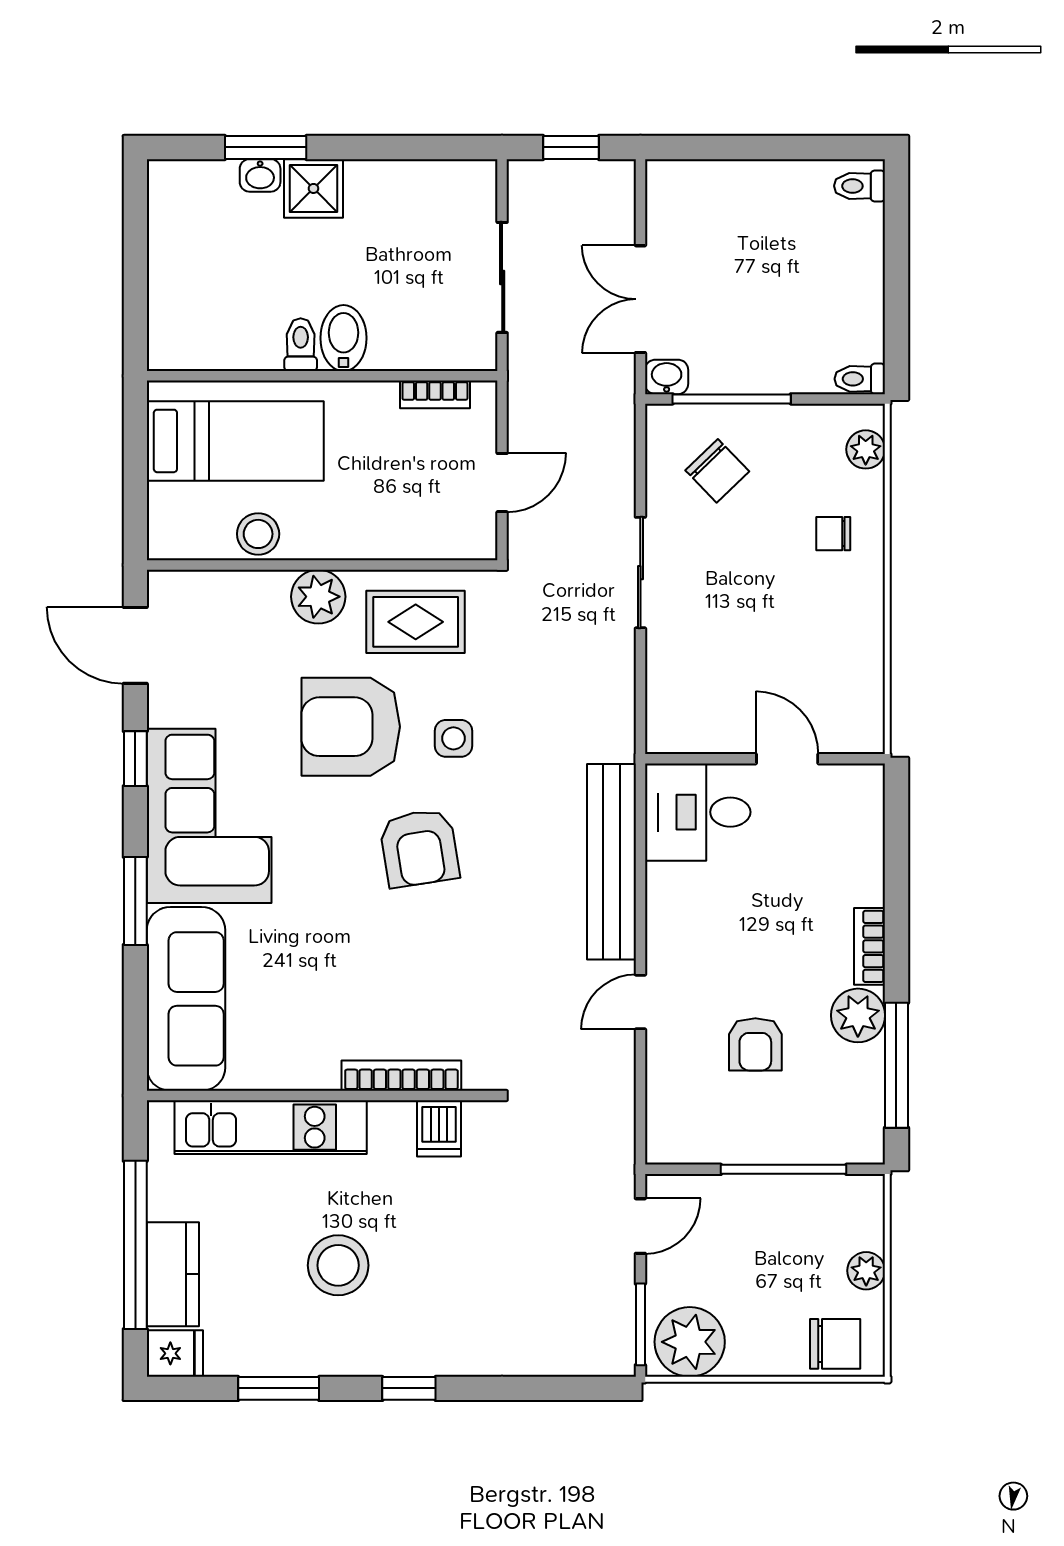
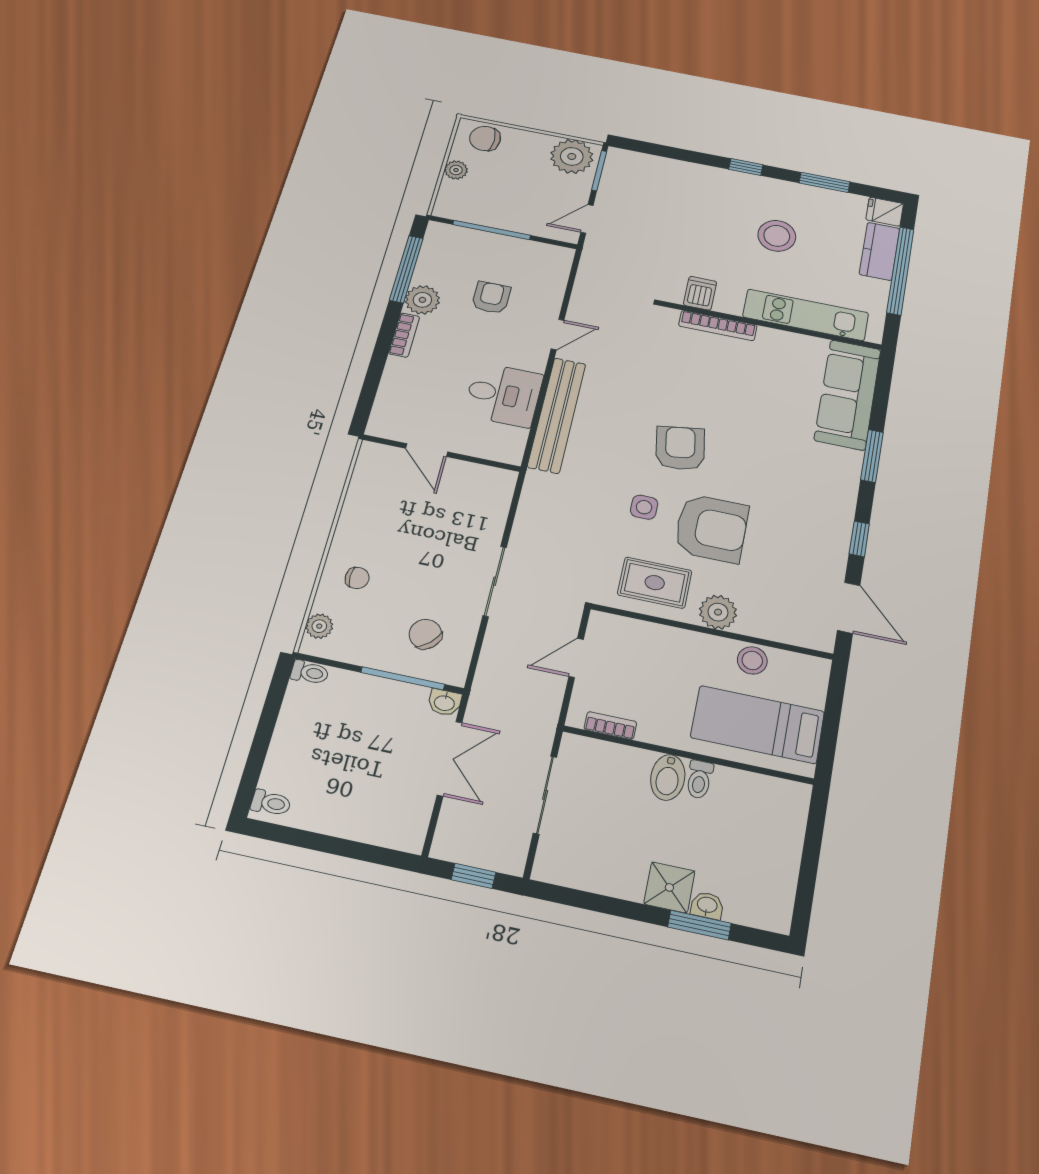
desk: (698, 812) -> (503, 395), moved
corner sofa: (209, 816) -> (815, 495), removed

